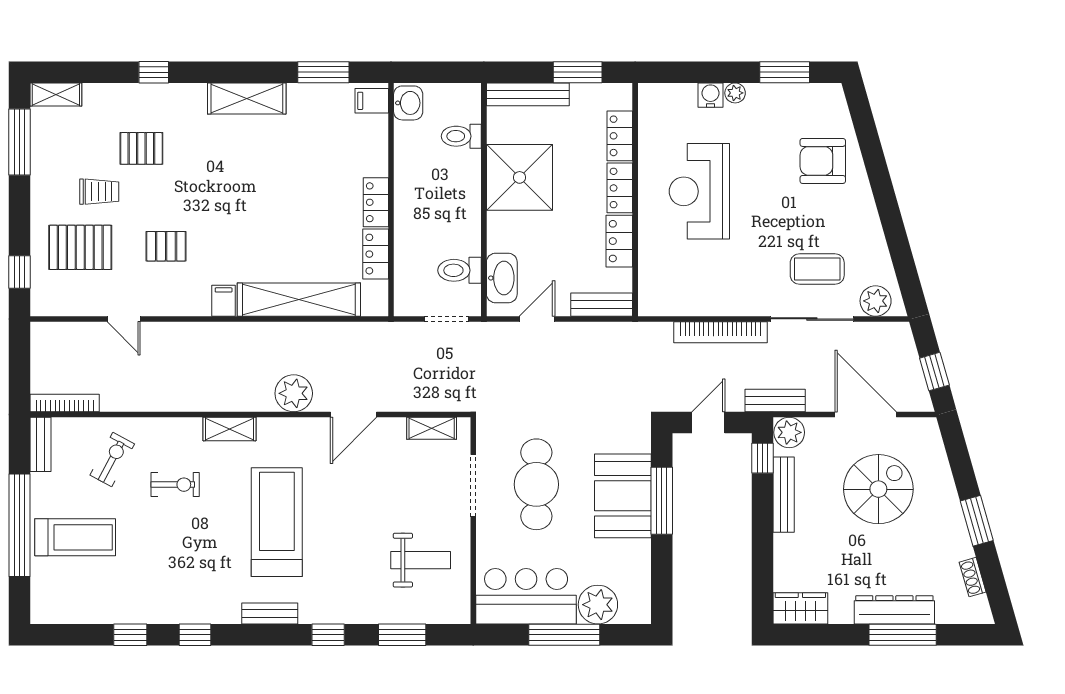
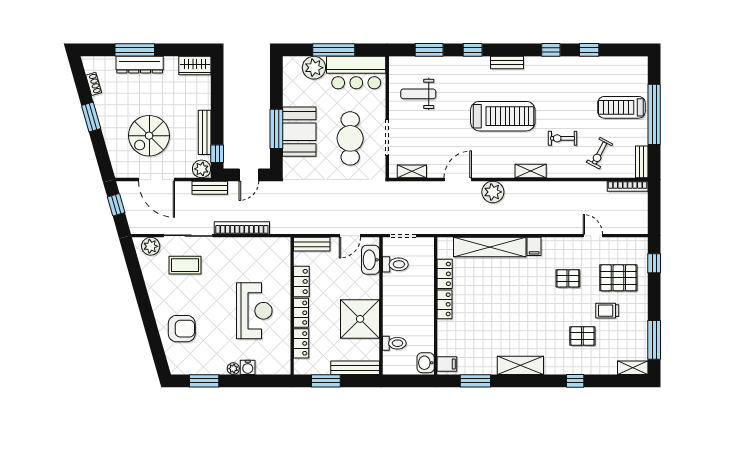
treadmill: (277, 522) -> (503, 116), turned -90

